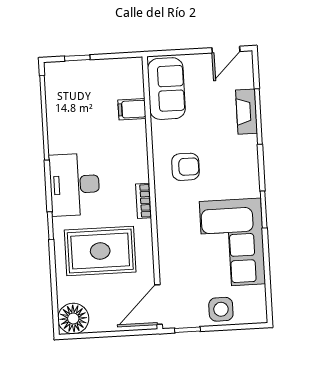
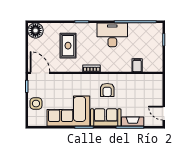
sofa: (166, 89) -> (106, 117), moved, turned 180
desk: (75, 185) -> (112, 35), moved
rug: (100, 251) -> (68, 46), width x0.73, depth x0.70

